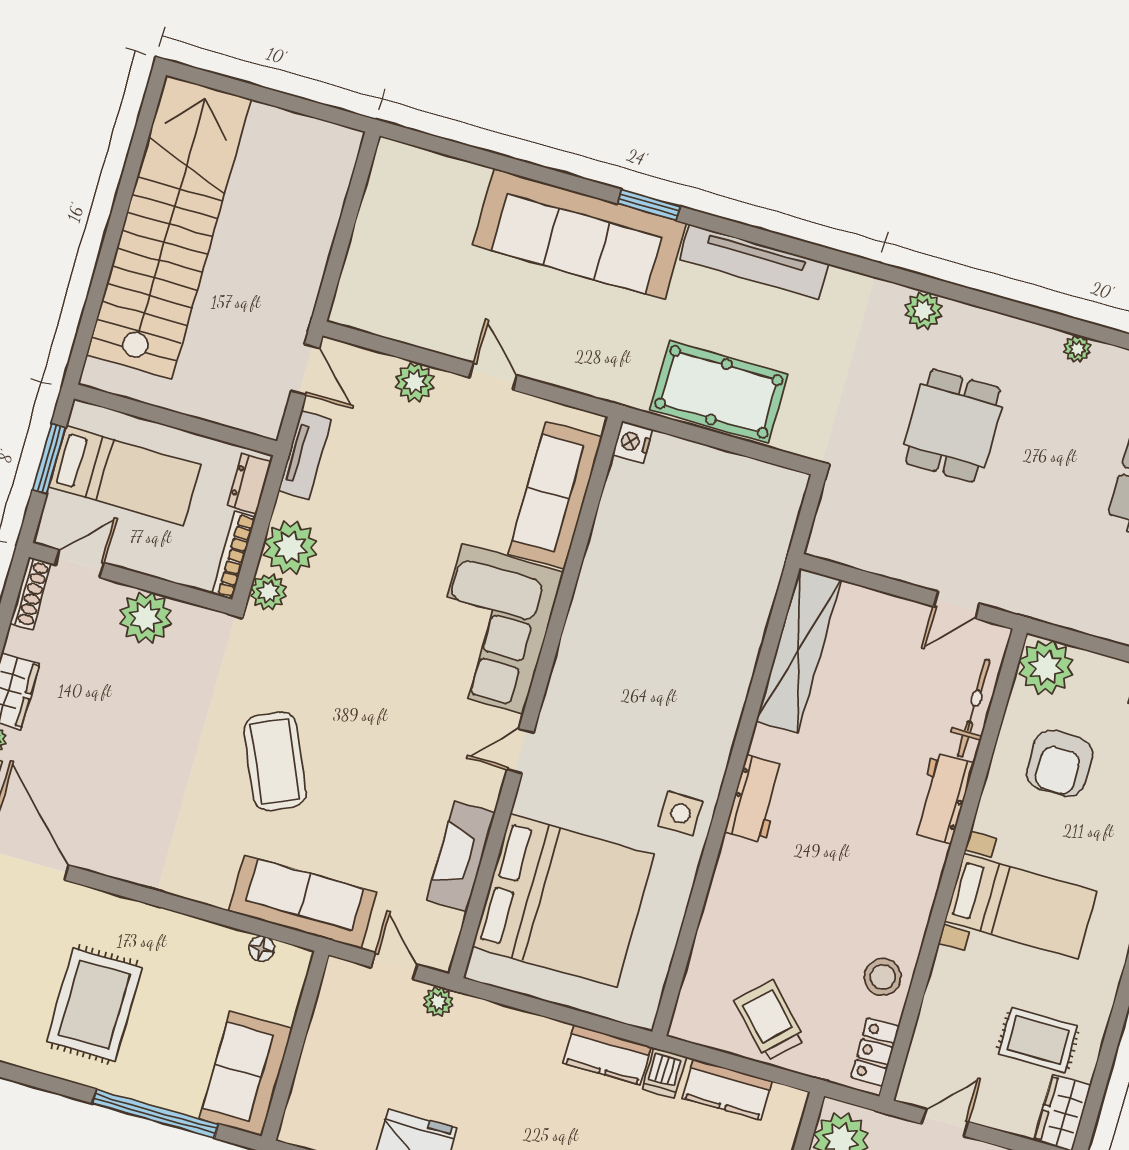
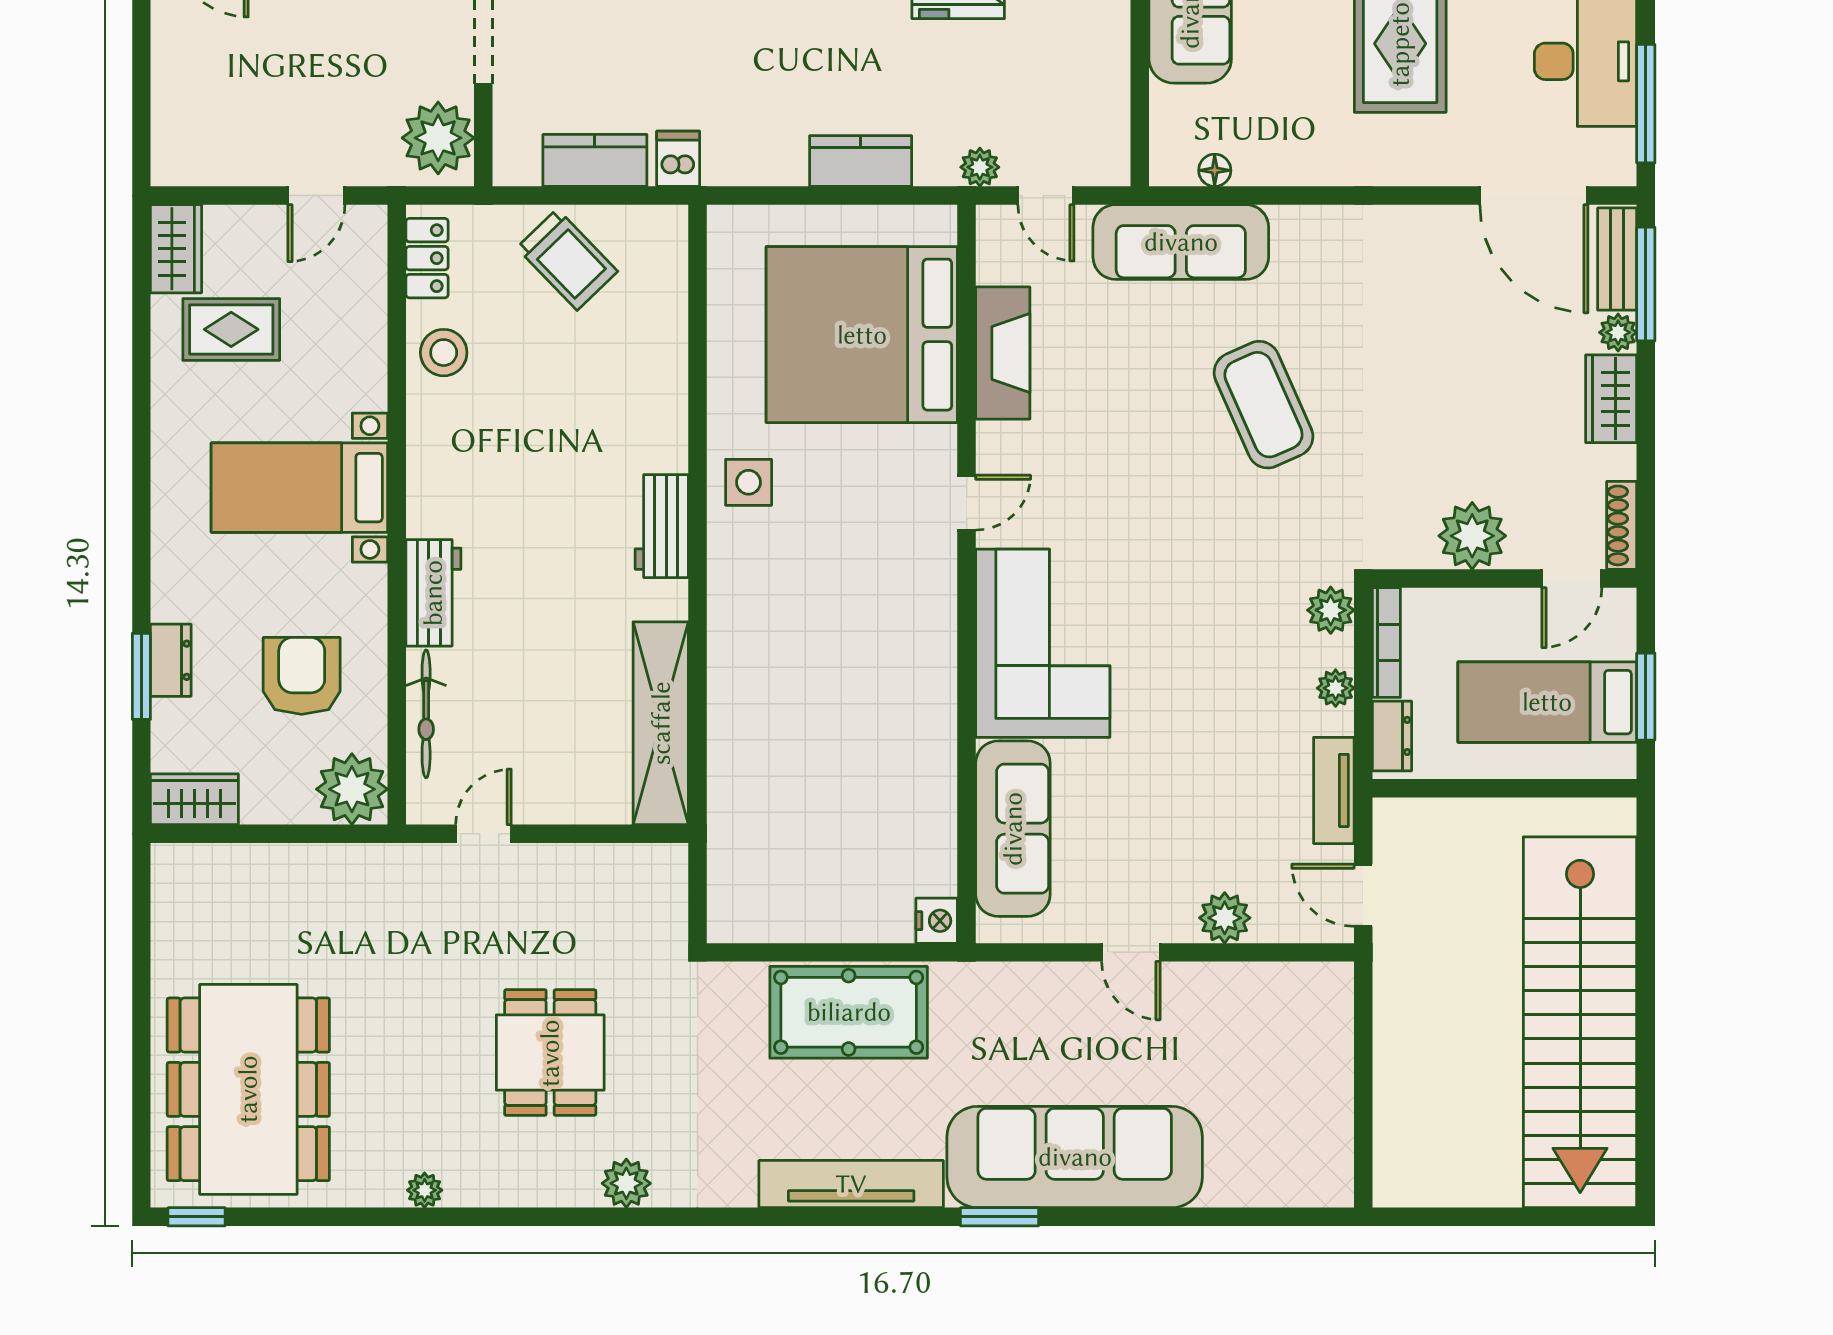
plant: (290, 548) -> (1336, 688), width x0.53, depth x0.53
kitchen counter: (607, 1055) -> (861, 161), moved

